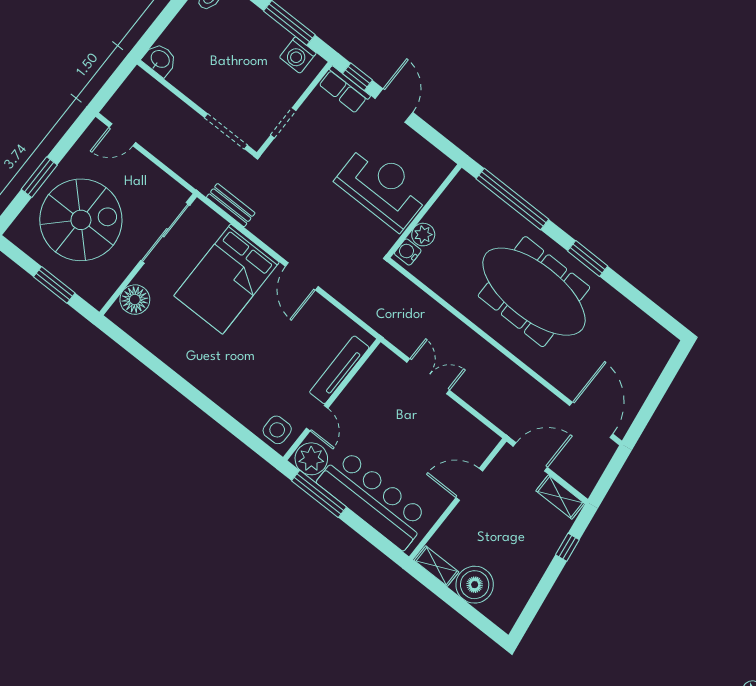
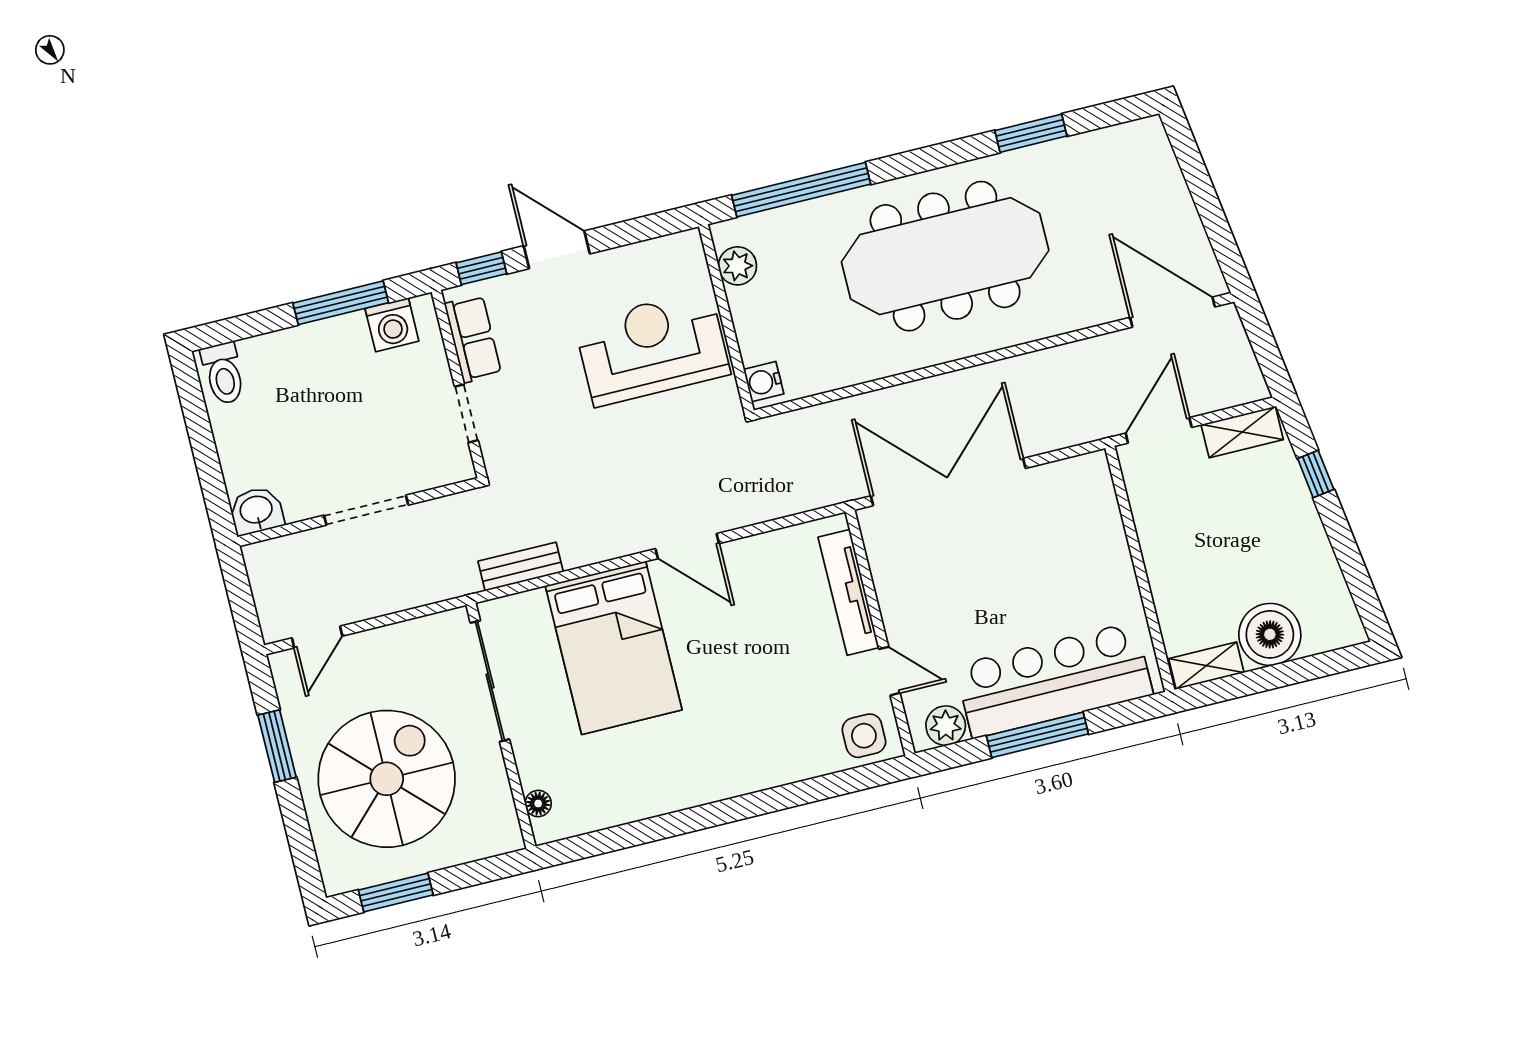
row of seats: (344, 90) -> (473, 339), moved, turned -90
doorway: (226, 131) -> (366, 510), moved
window: (39, 177) -> (277, 746), moved
plant: (423, 235) -> (737, 266), moved
window: (588, 258) -> (1031, 133), moved
window: (54, 285) -> (396, 892), moved
floor lamp: (135, 300) -> (538, 804), width x0.53, depth x0.53
double door: (428, 376) -> (948, 482), width x1.87
plant: (311, 459) -> (946, 726), width x0.73, depth x0.73
door: (469, 484) -> (1132, 539), removed
window: (319, 494) -> (1037, 735), moved

